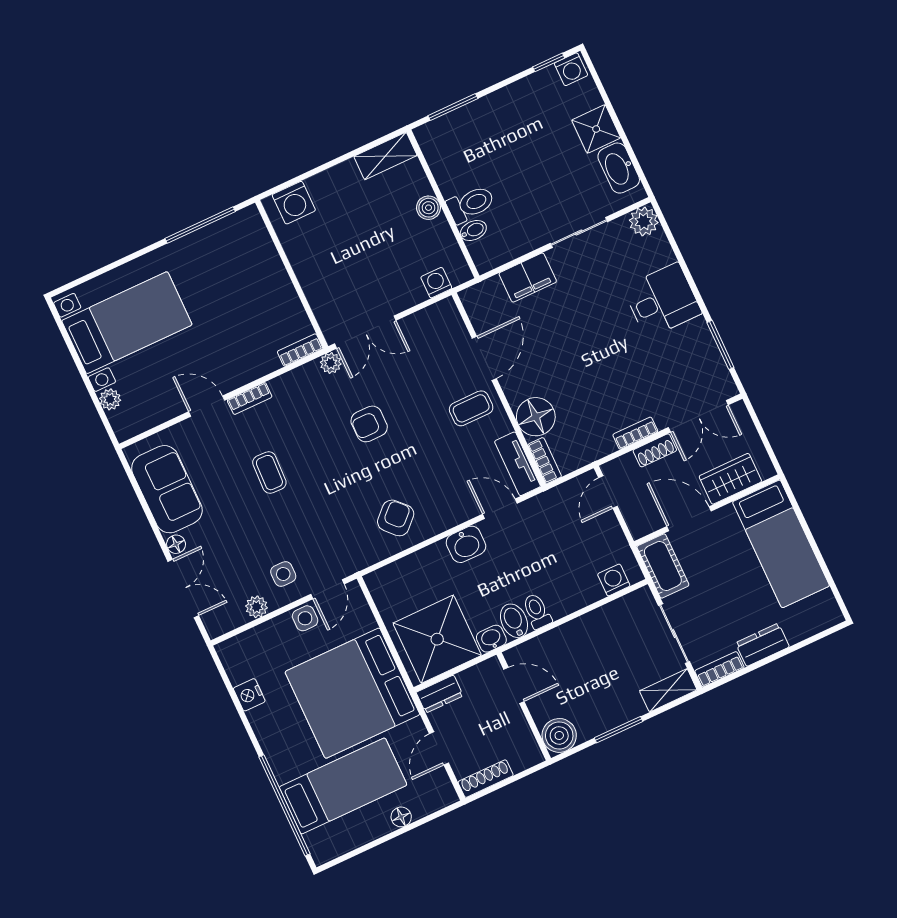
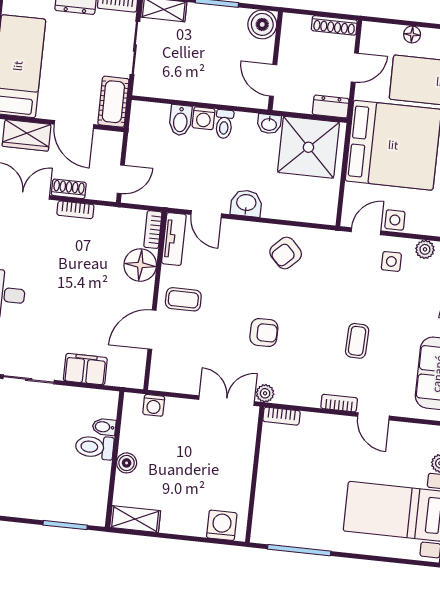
washing machine: (614, 580) -> (204, 118), moved
bidet: (514, 621) -> (180, 120), moved

